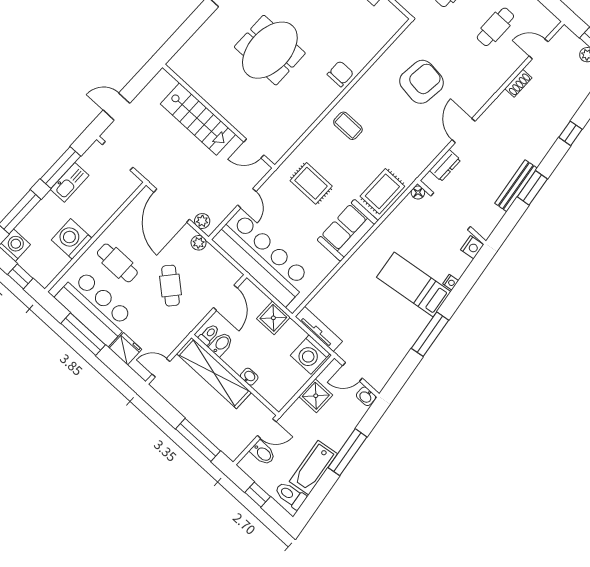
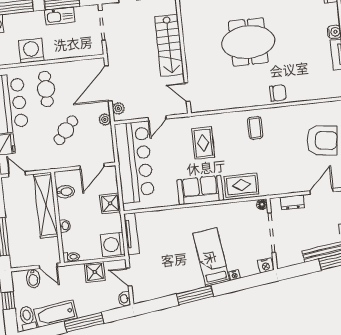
toilet: (209, 335) -> (71, 257), moved

